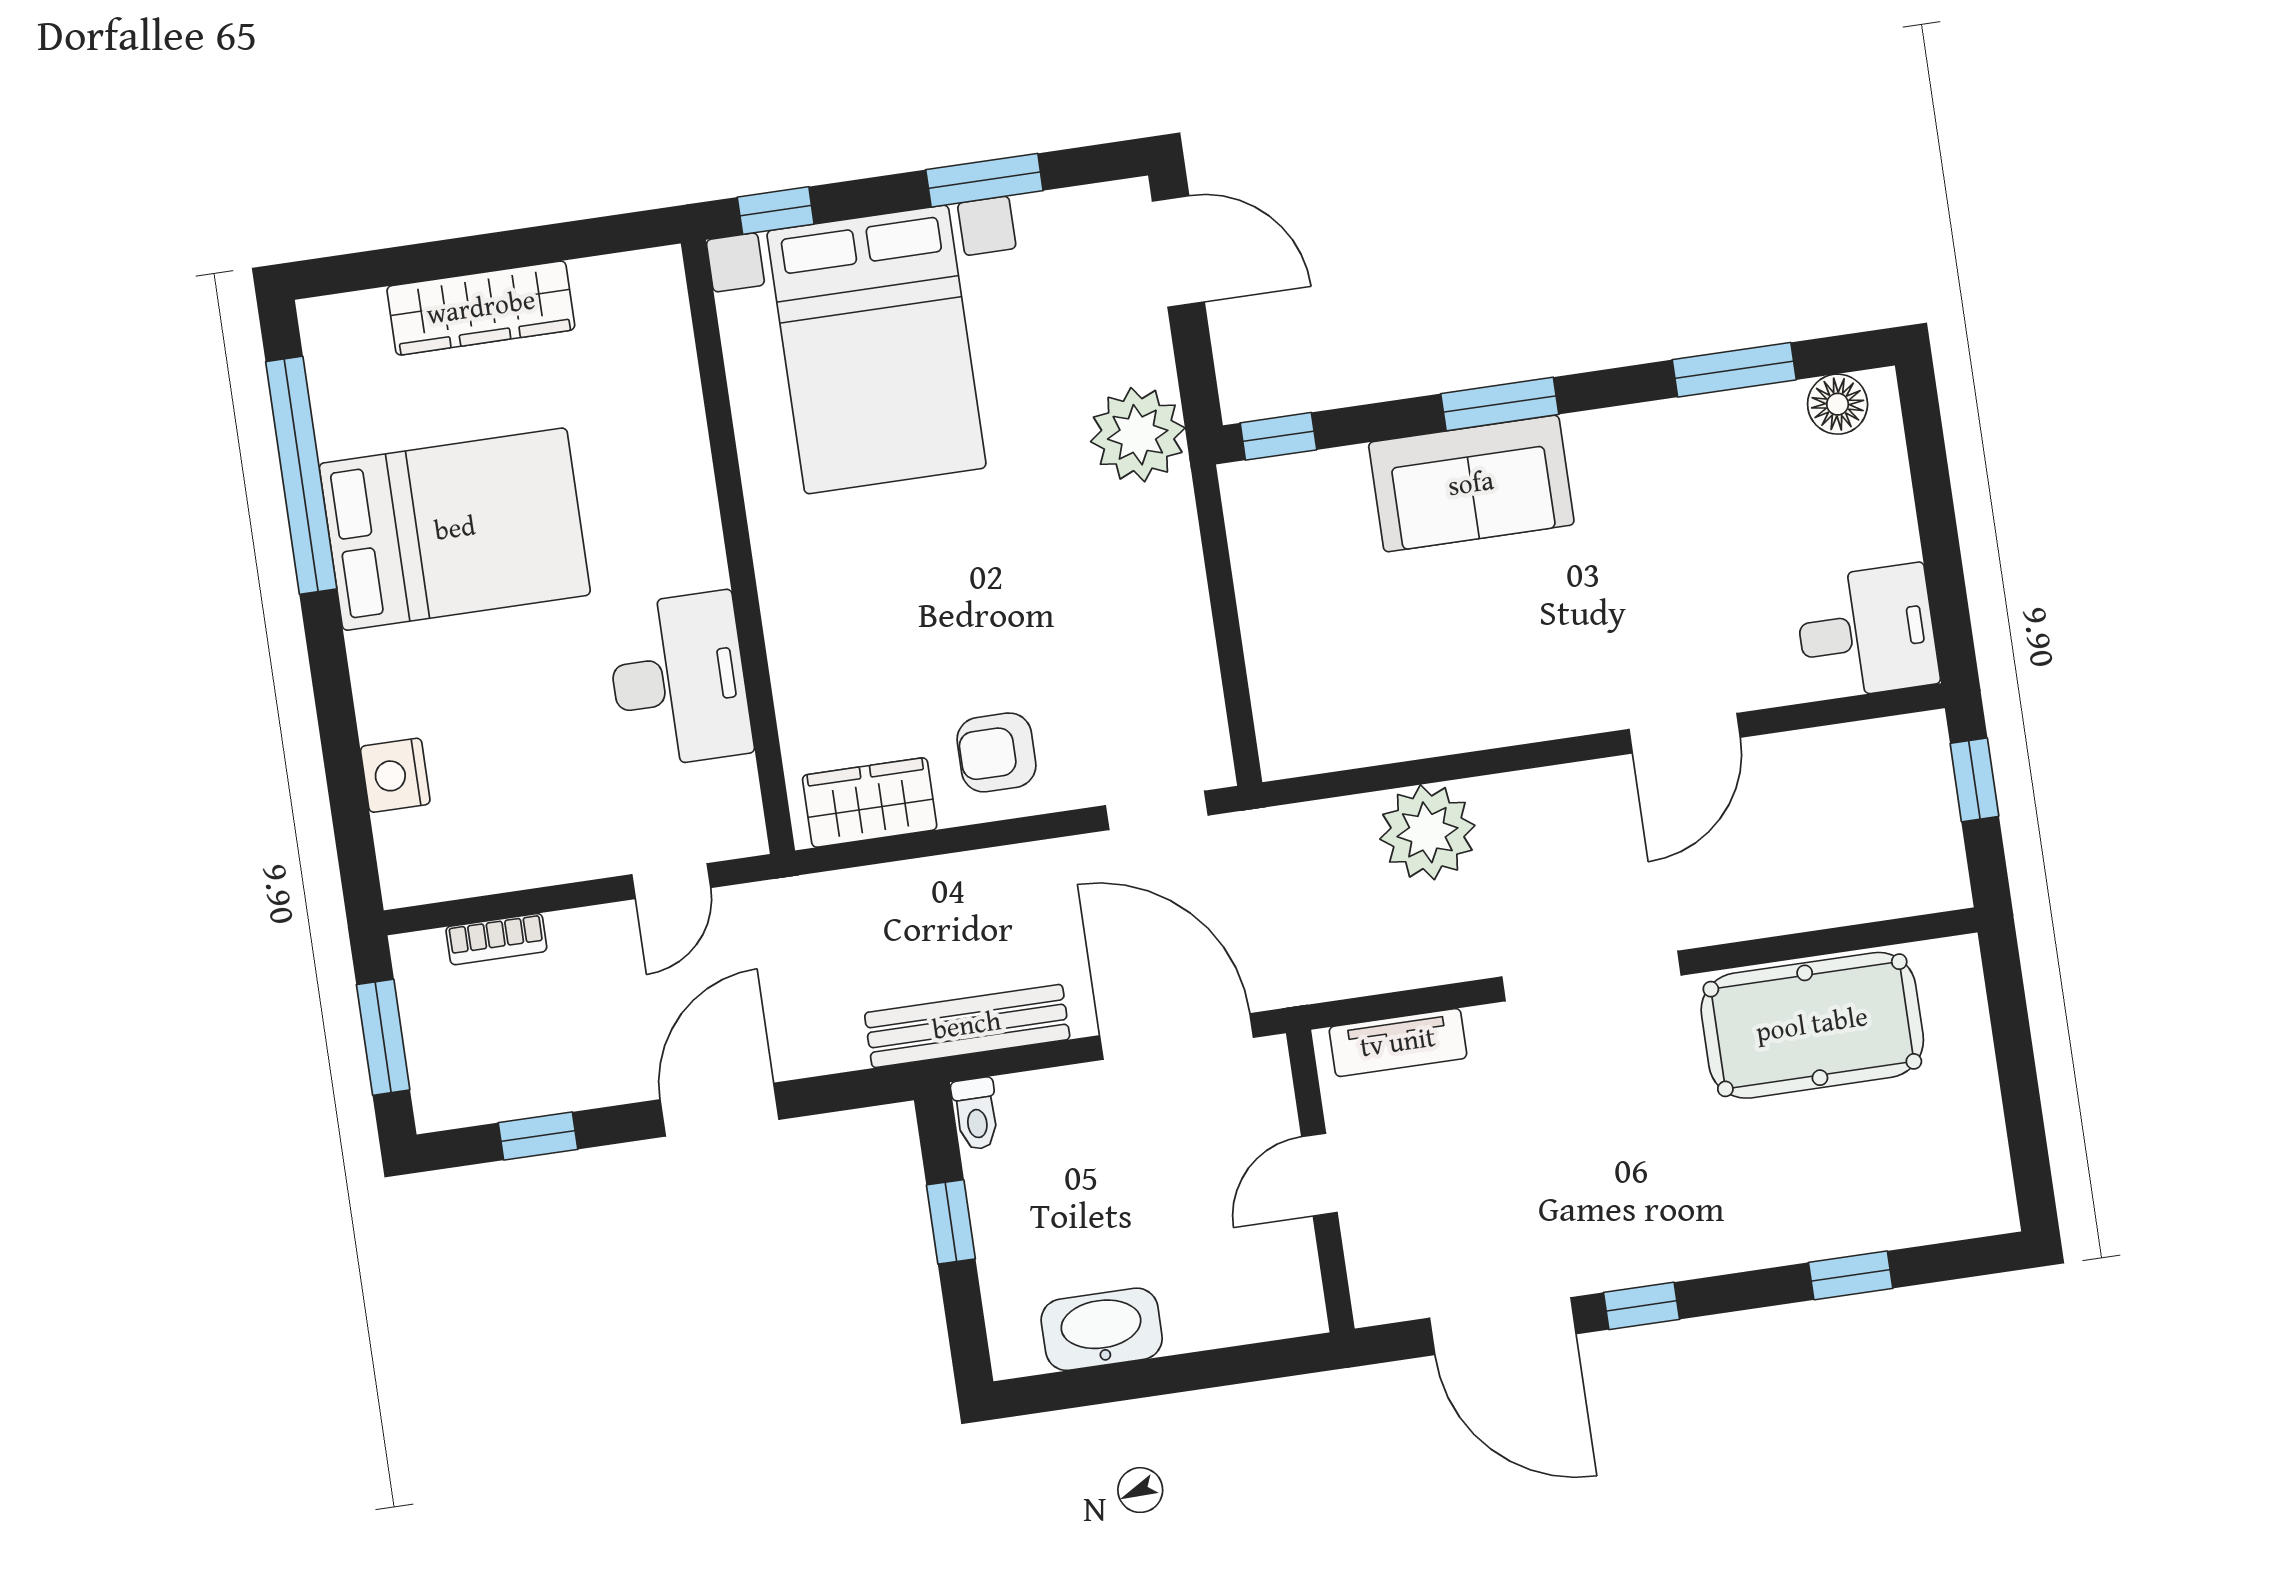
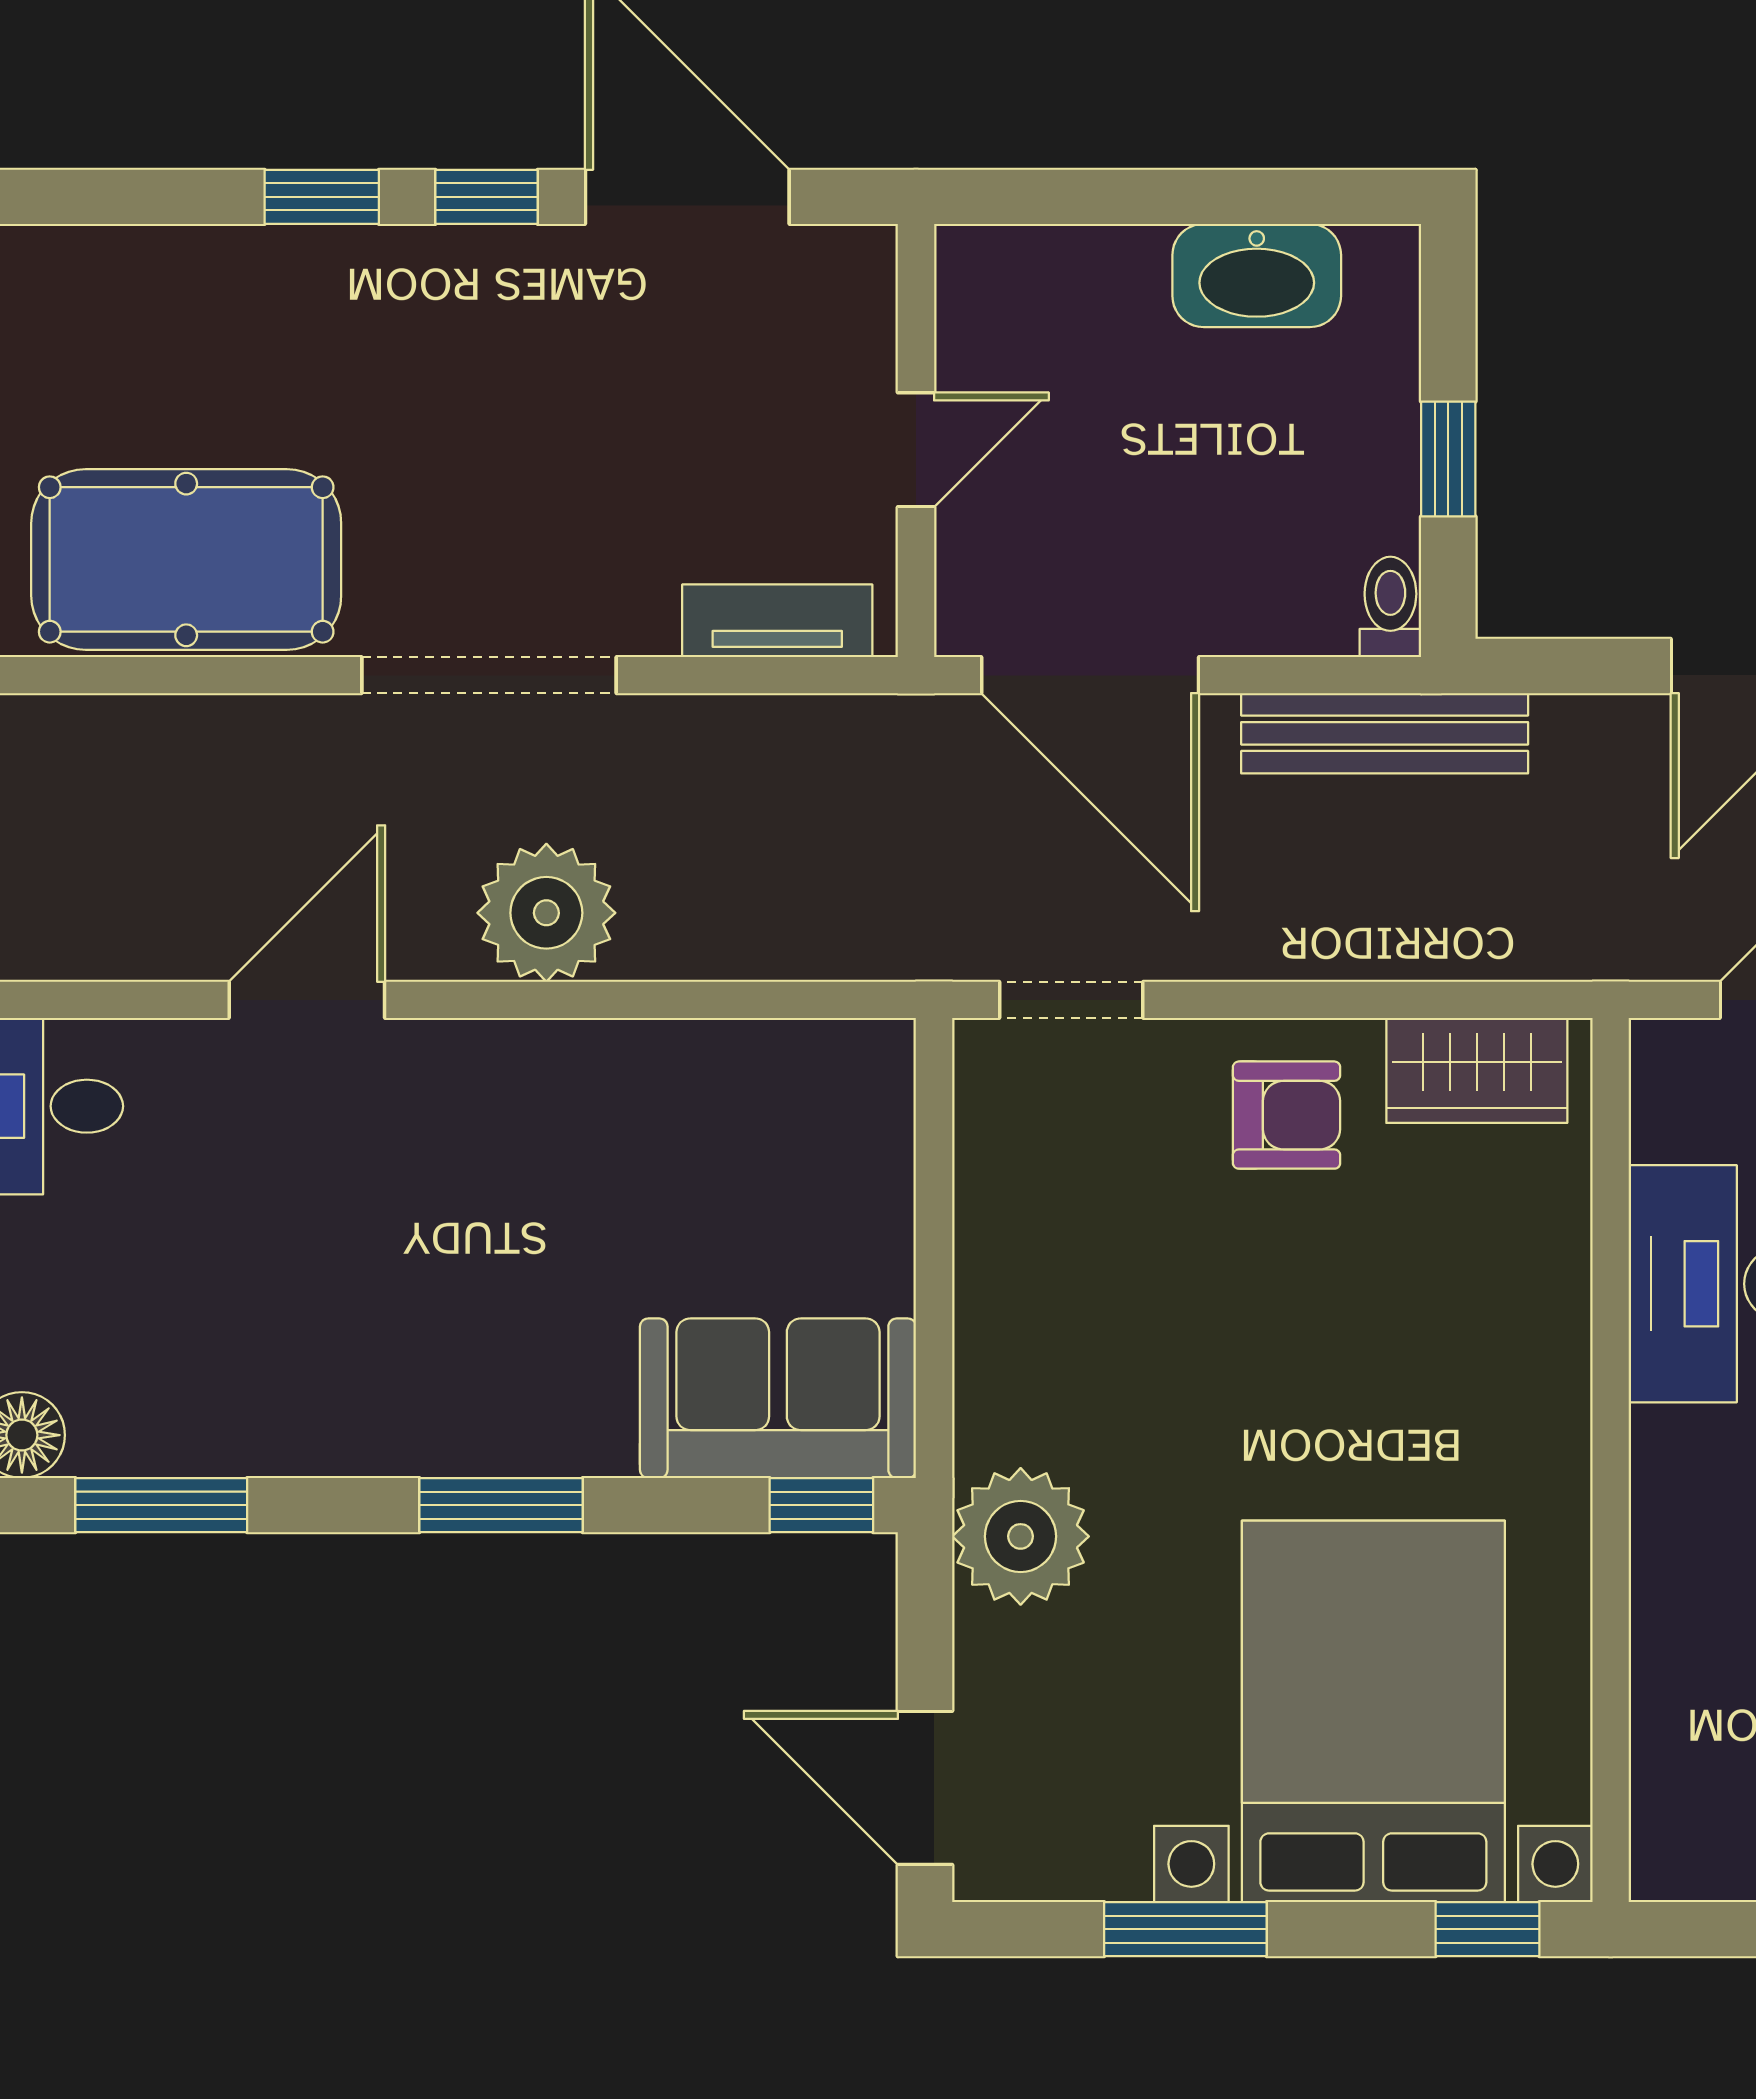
sofa: (1471, 484) -> (778, 1398), moved
plant: (1427, 832) -> (546, 913), moved
window: (1851, 1275) -> (322, 197), moved

